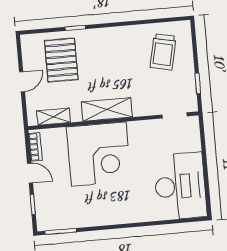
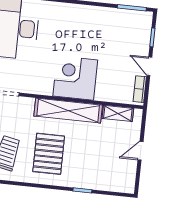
pallet: (61, 60) -> (49, 154), moved
shelving: (107, 109) -> (68, 111), width x1.47
corner desk: (99, 154) -> (75, 78), width x0.74, depth x0.74

